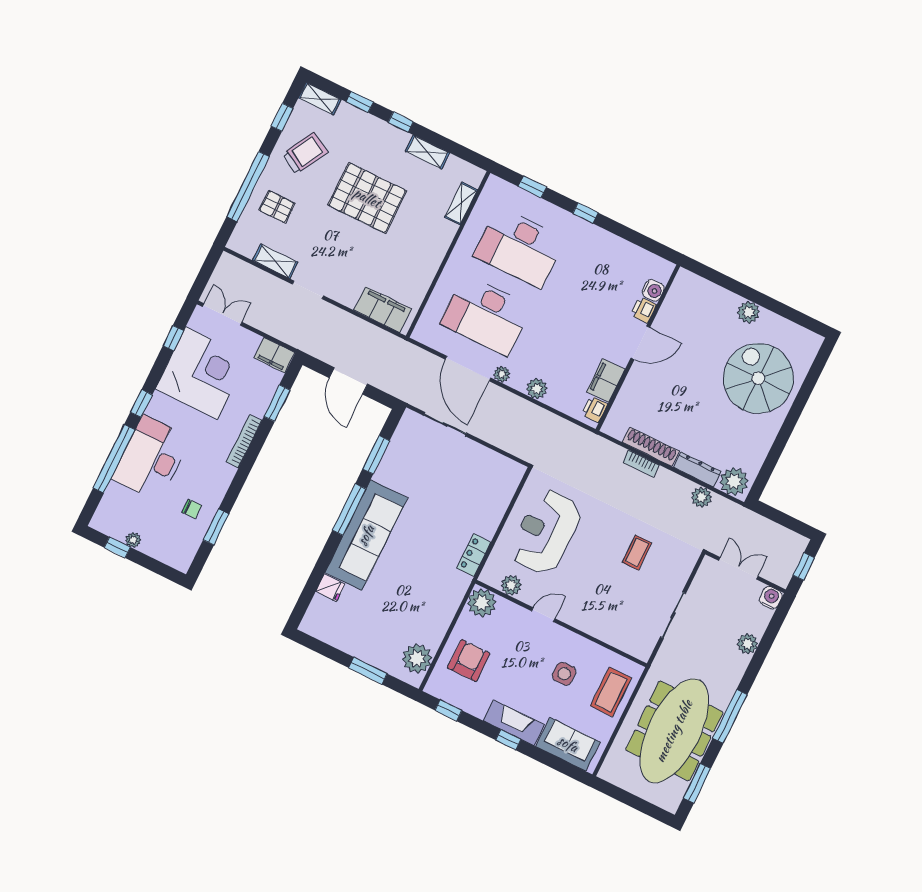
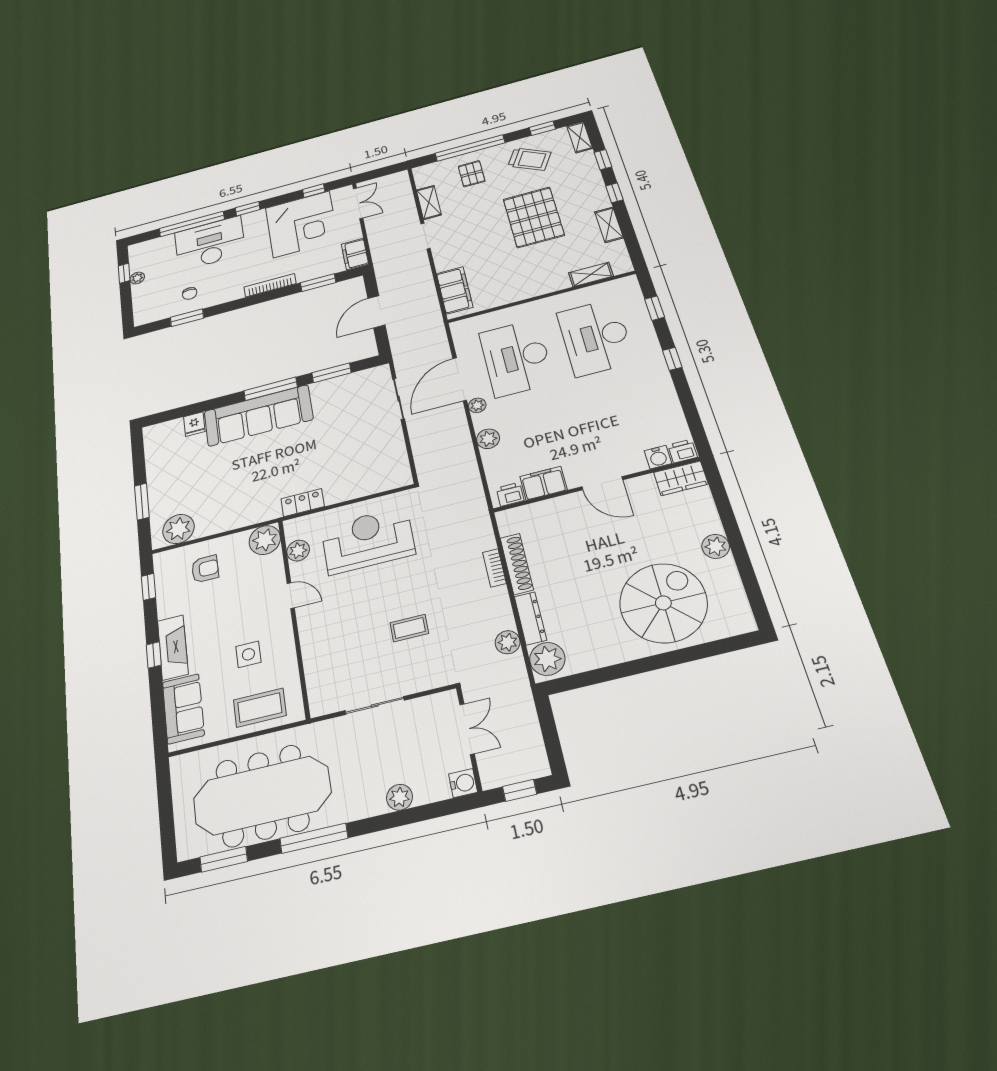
wardrobe: (682, 290) -> (681, 478), added
printer: (644, 310) -> (683, 451), moved
armchair: (469, 661) -> (205, 569), width x0.72, depth x0.72

